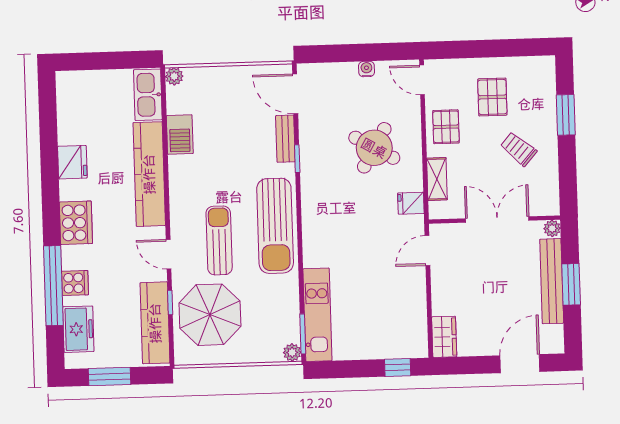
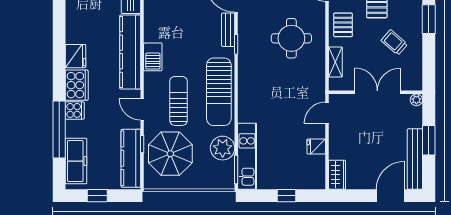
barbecue: (180, 135) -> (153, 57), moved
round table: (374, 148) -> (291, 38), turned -30
fridge: (72, 162) -> (76, 56), moved
fridge: (411, 203) -> (316, 146), moved
bench: (552, 281) -> (415, 159), moved
cooker: (75, 283) -> (75, 110), moved
freezer: (78, 329) -> (76, 161), width x1.40
plant: (292, 352) -> (223, 148), moved, width x1.87, depth x1.87
window: (398, 367) -> (286, 196), moved
window: (109, 377) -> (97, 196), width x0.67

